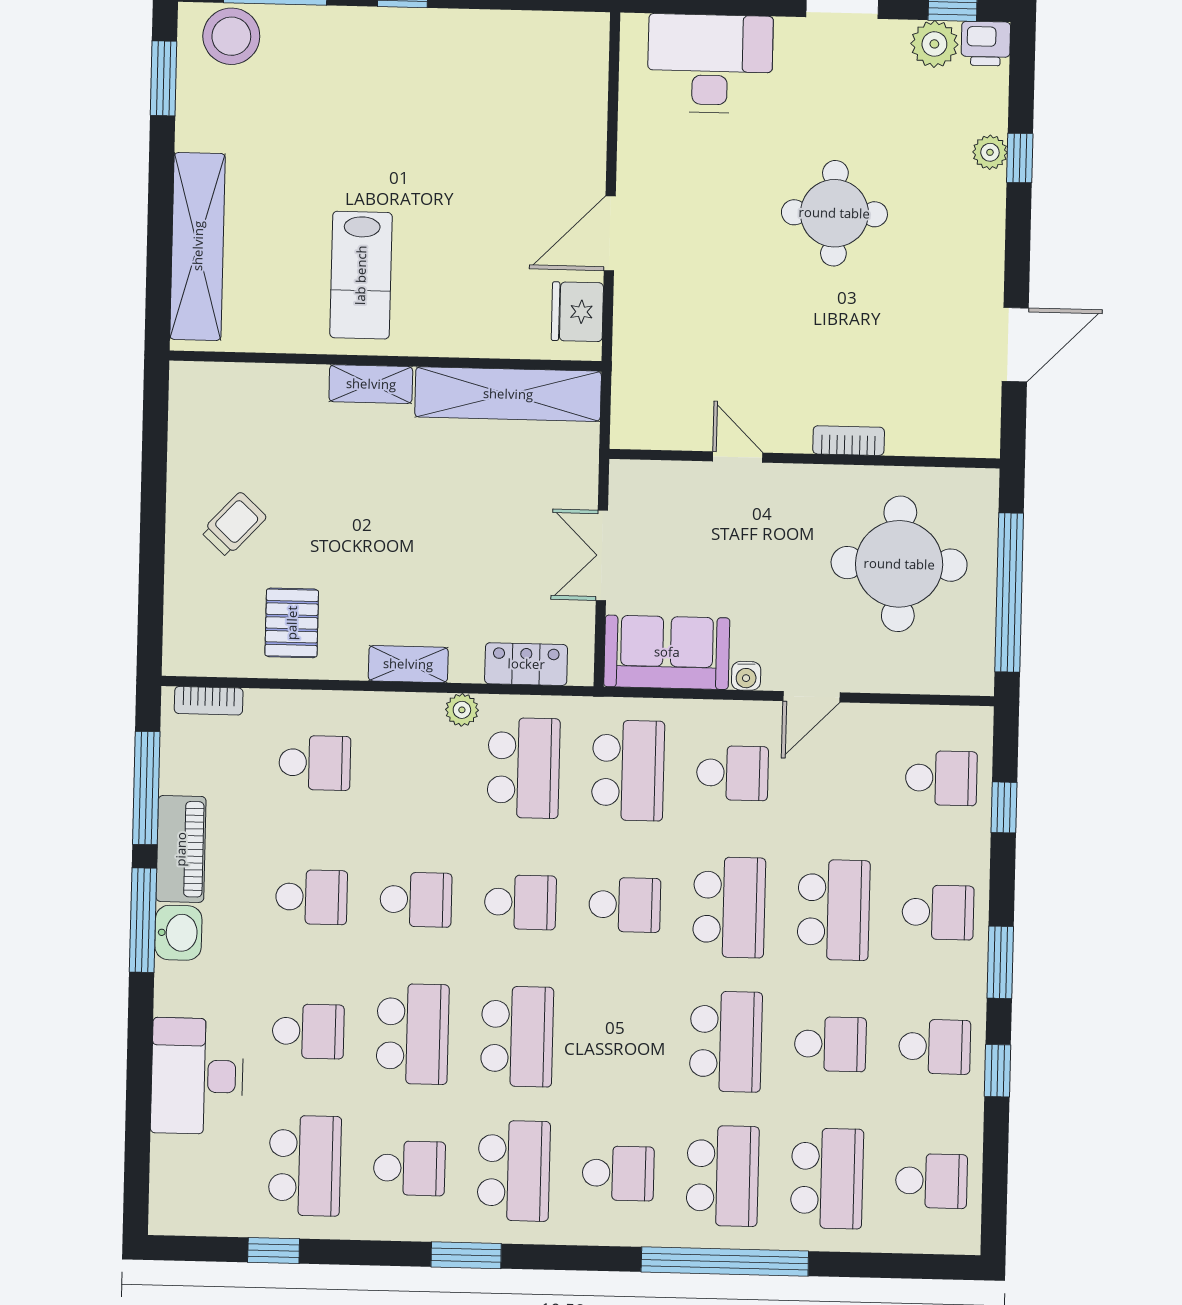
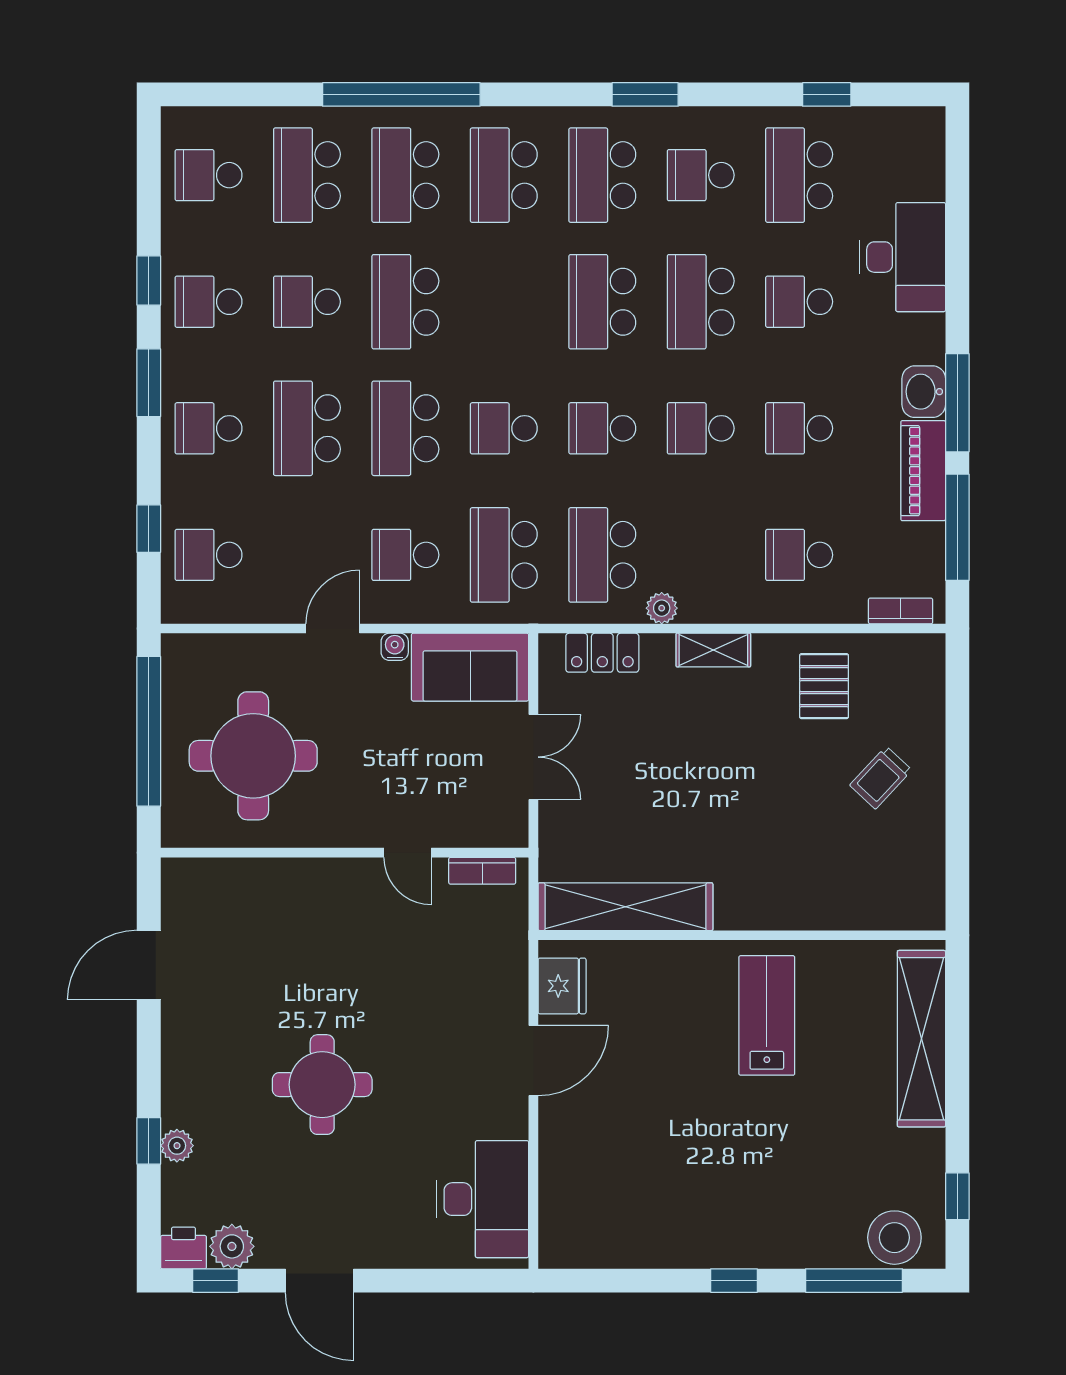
desk: (710, 64) -> (483, 1199), moved, turned -90
window: (164, 78) -> (957, 1196), width x0.67
shelving: (371, 384) -> (755, 913), removed
bookcase: (849, 441) -> (482, 871), moved
school desk: (618, 1173) -> (504, 175), width x1.85

